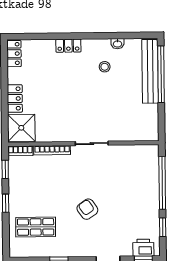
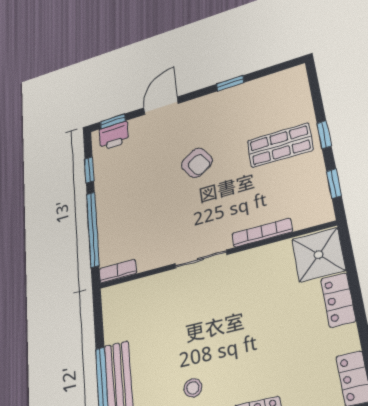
bookcase: (20, 151) -> (118, 271), moved
shop shelf: (36, 227) -> (280, 145), moved

